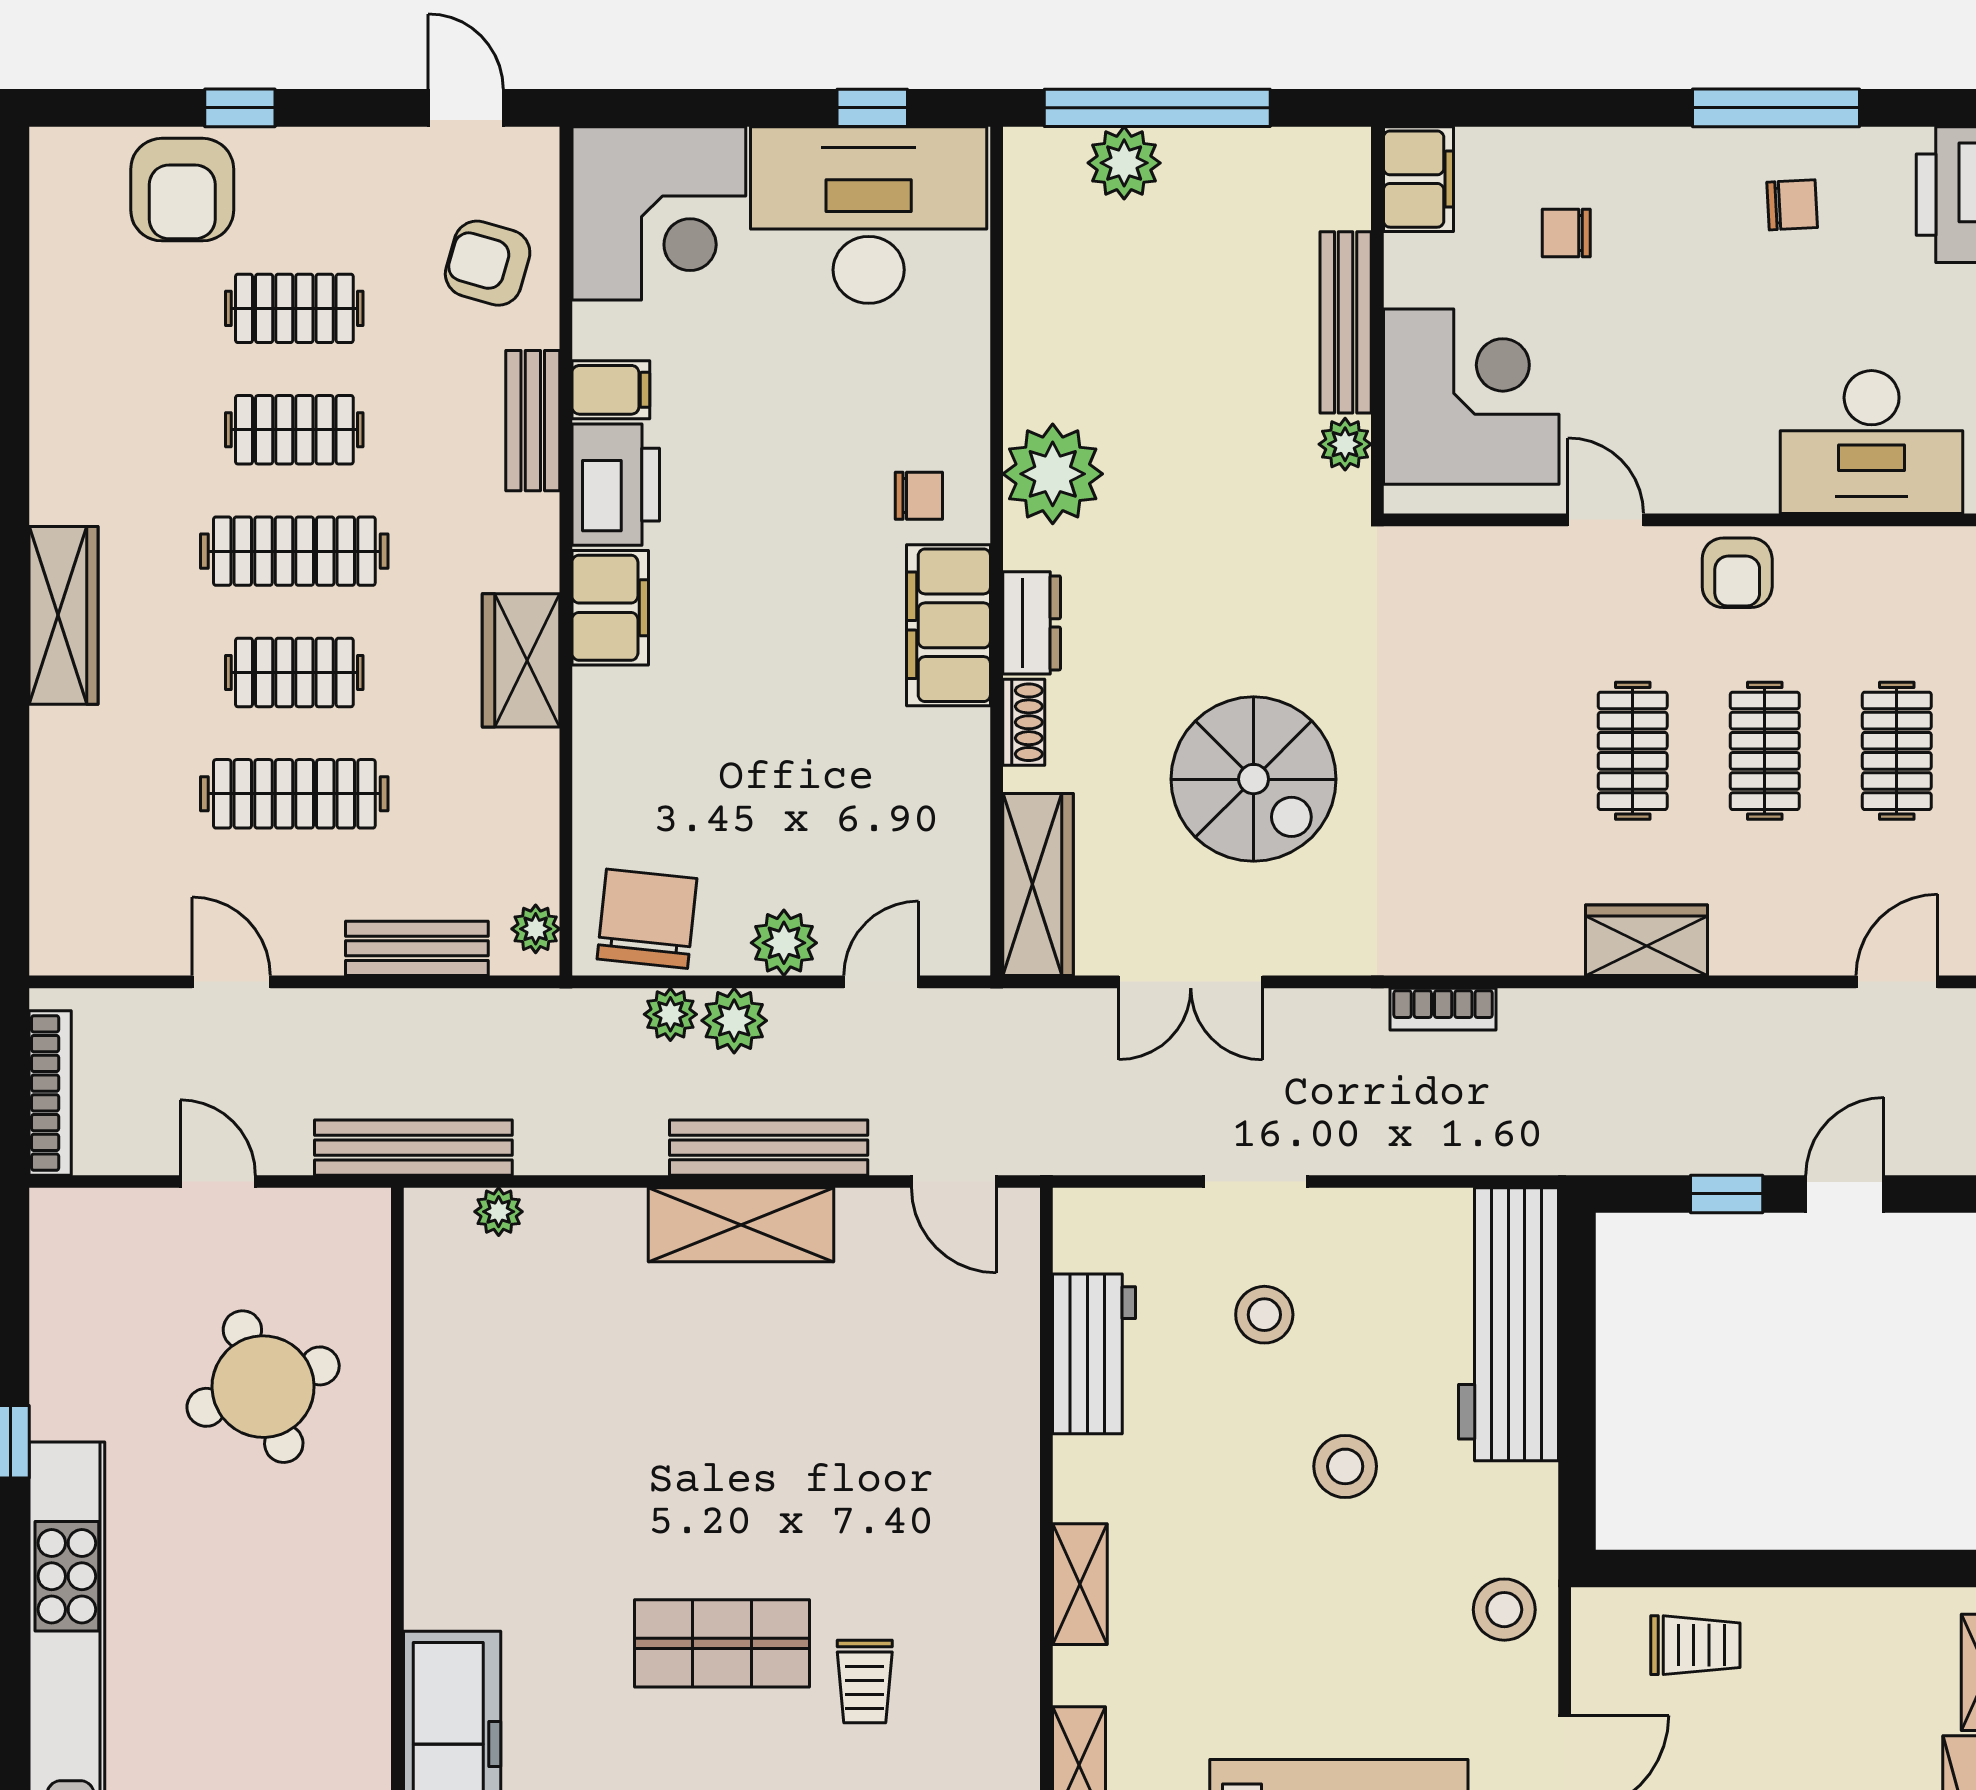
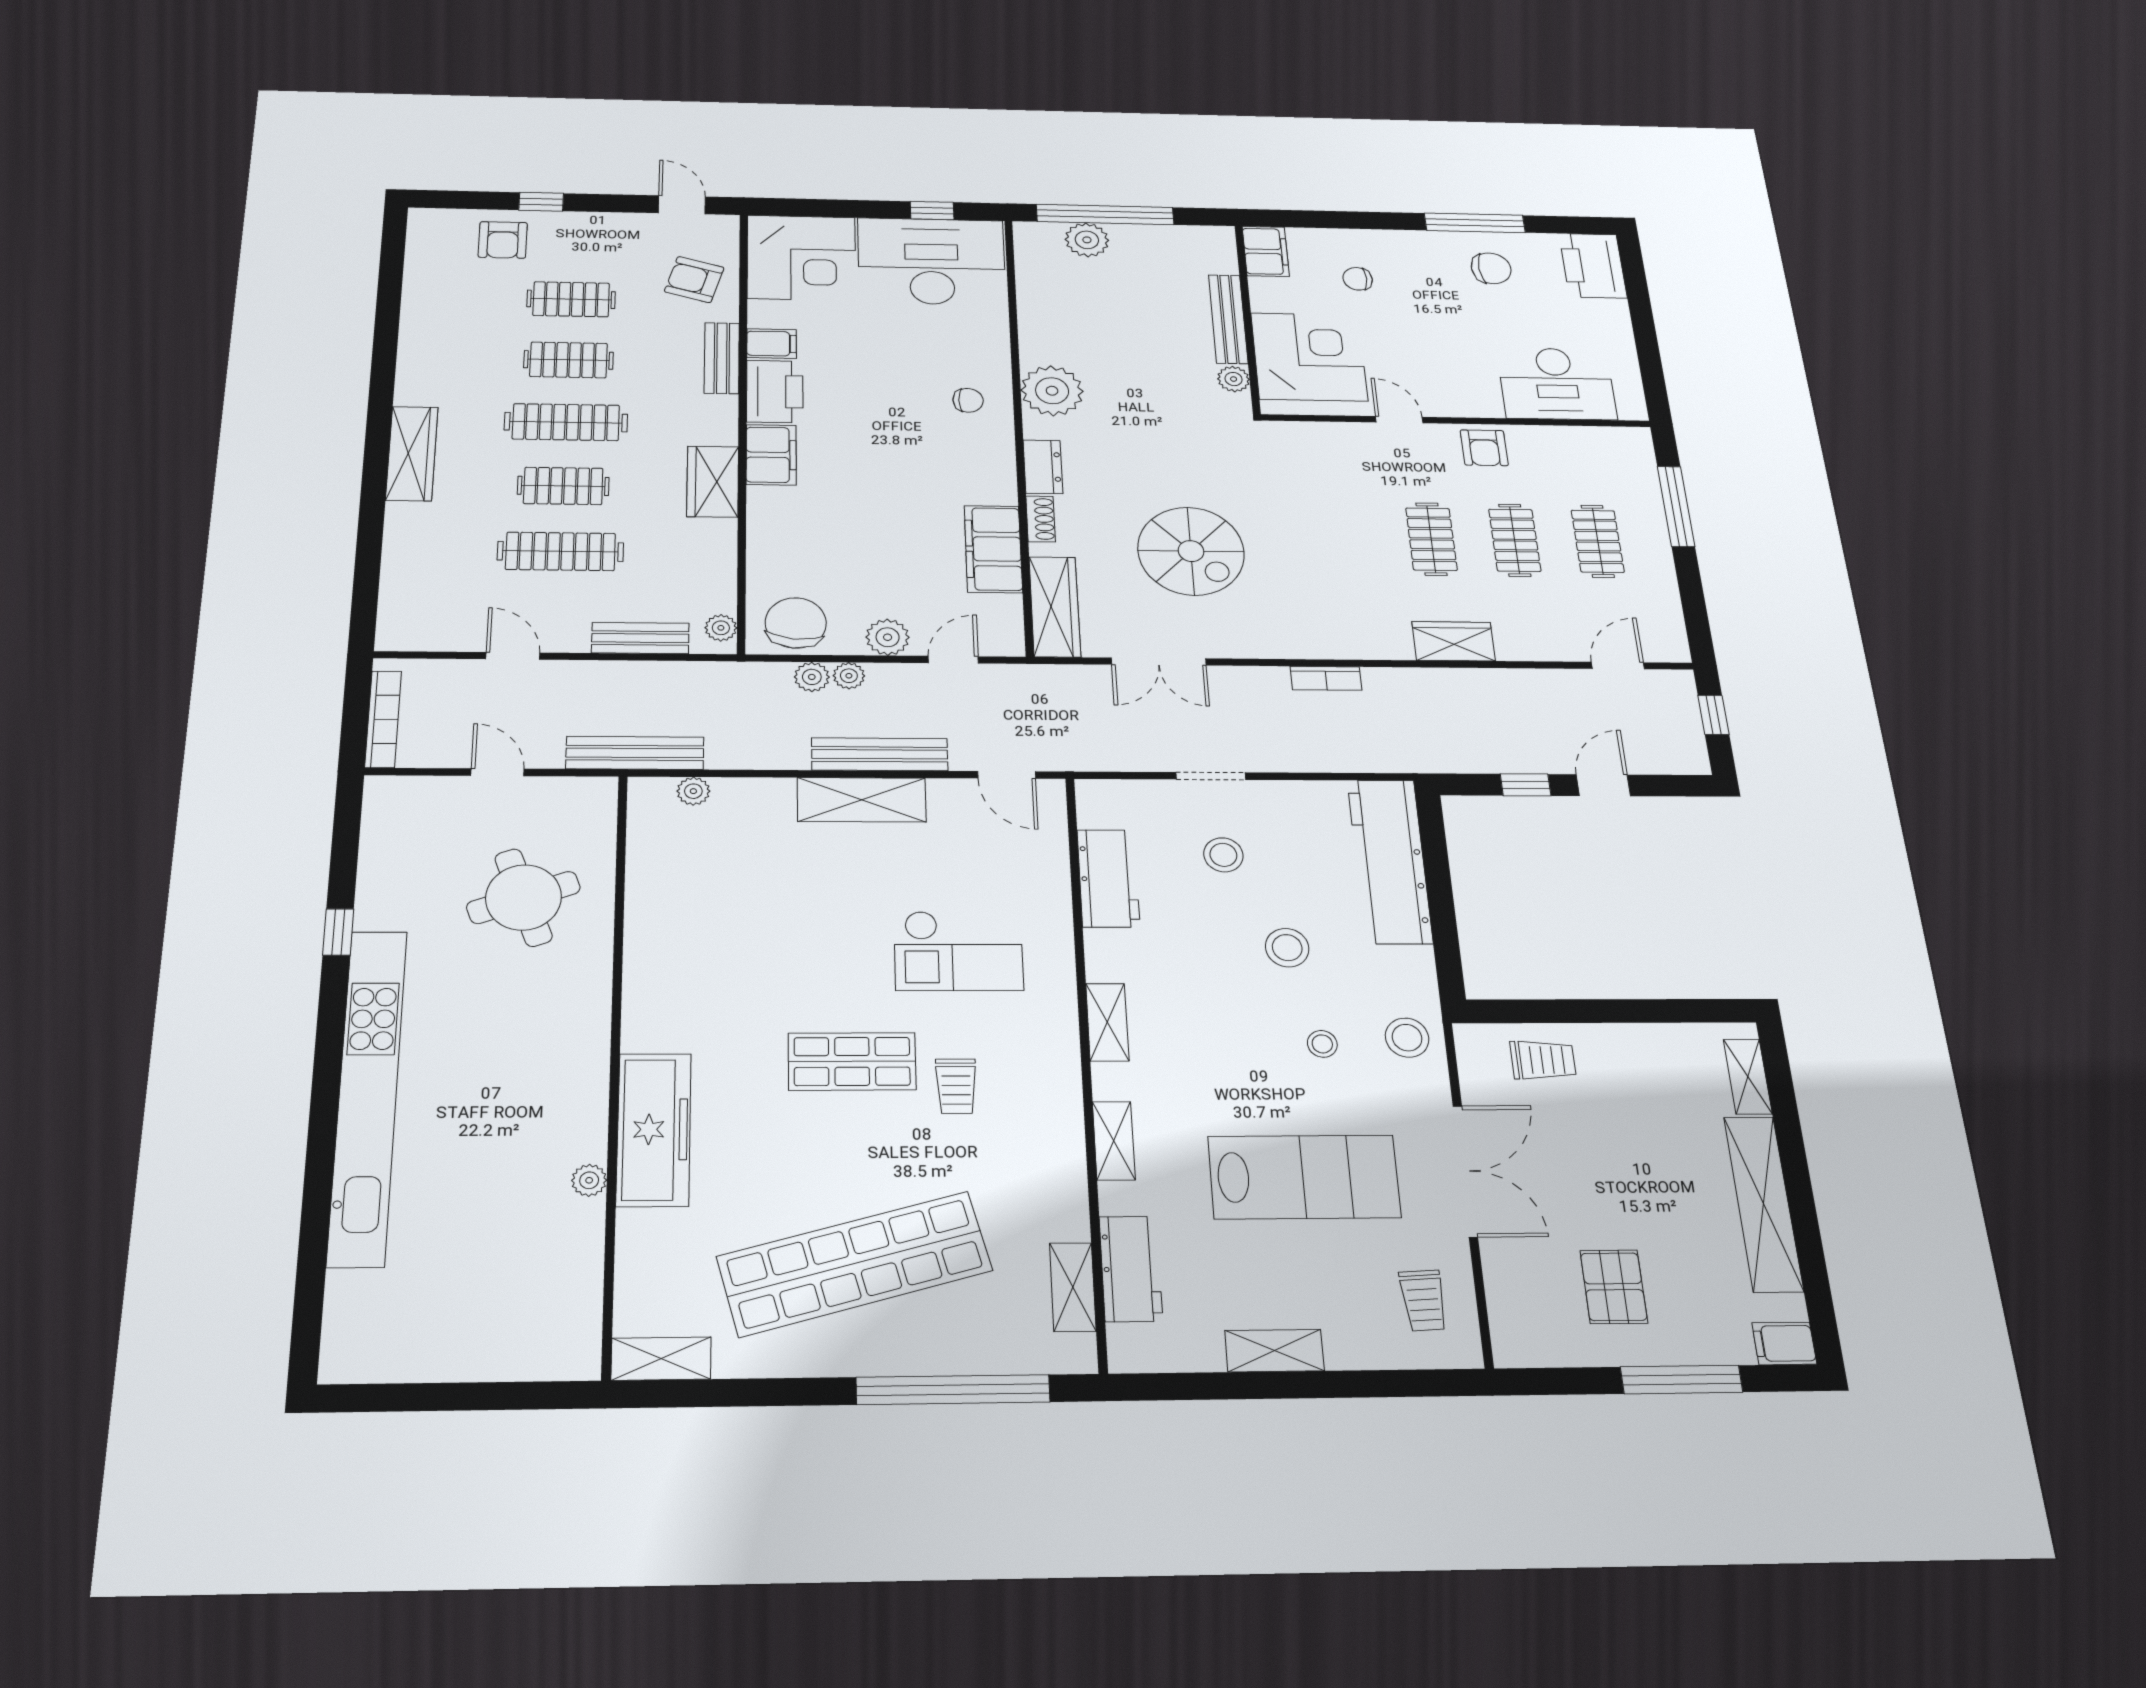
armchair: (182, 190) -> (503, 240), width x0.72, depth x0.72
chair: (1792, 205) -> (1491, 268), width x1.37, depth x1.37
filing cabinet: (948, 625) -> (993, 549), moved
plant: (734, 1021) -> (849, 676), width x0.73, depth x0.73
checkout: (874, 1471) -> (959, 951), added
stool: (1382, 1619) -> (1322, 1044), added

